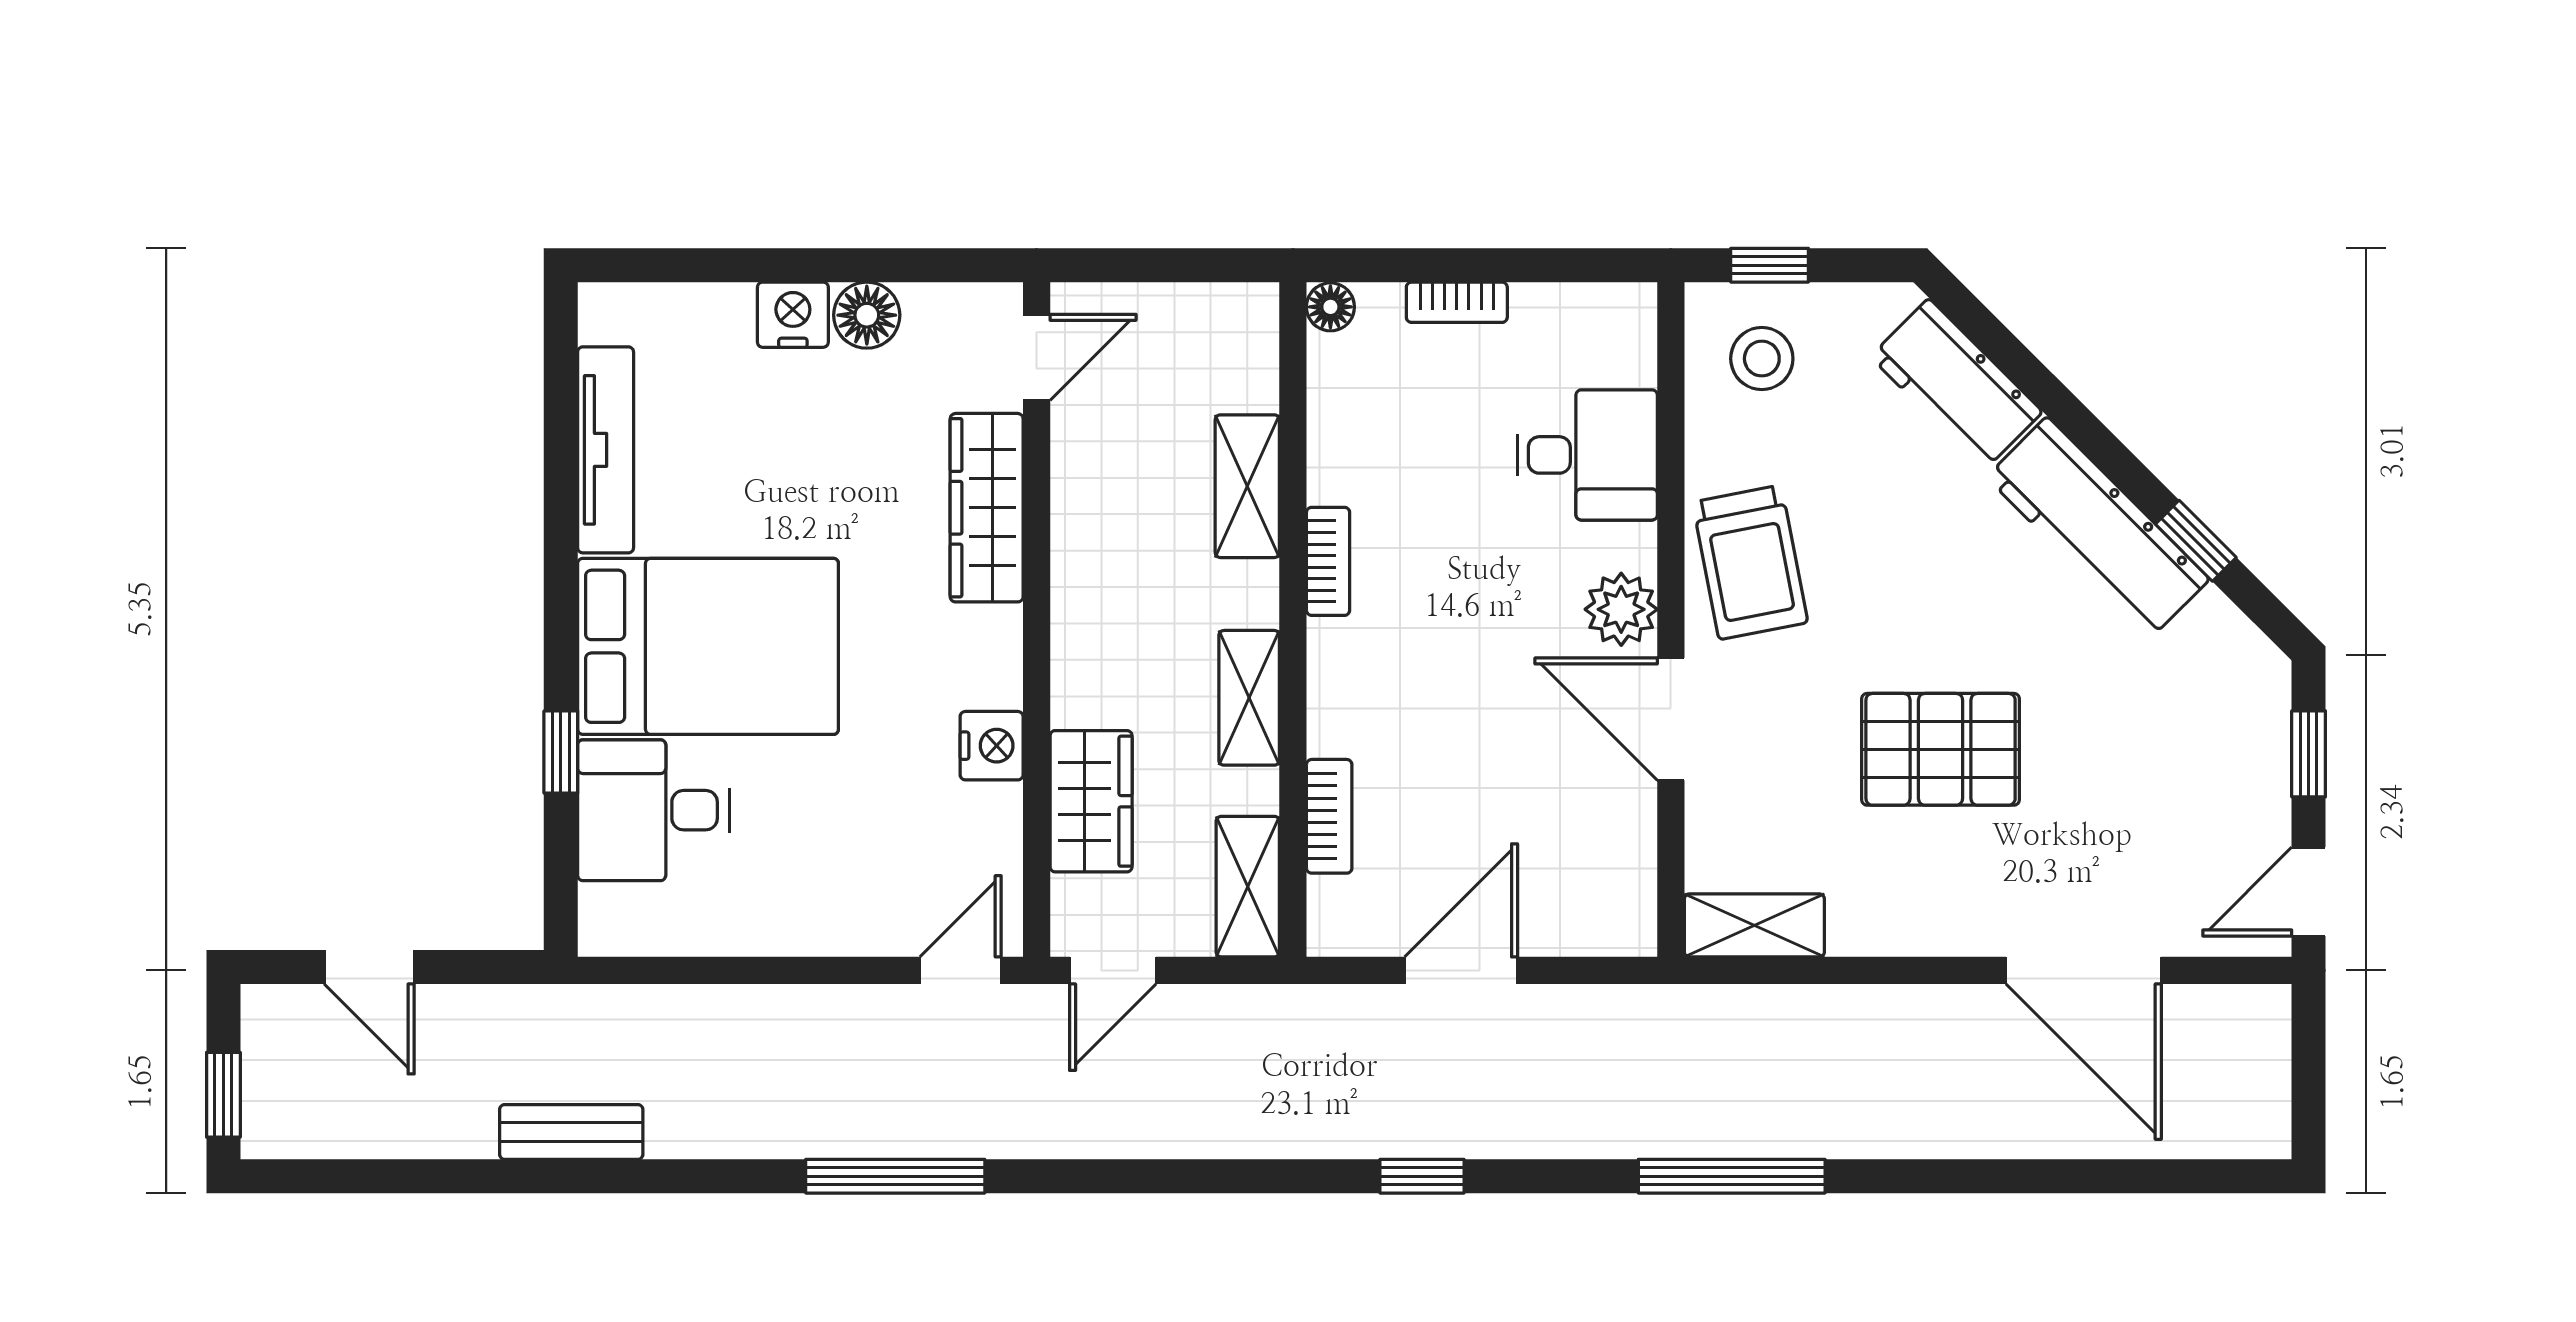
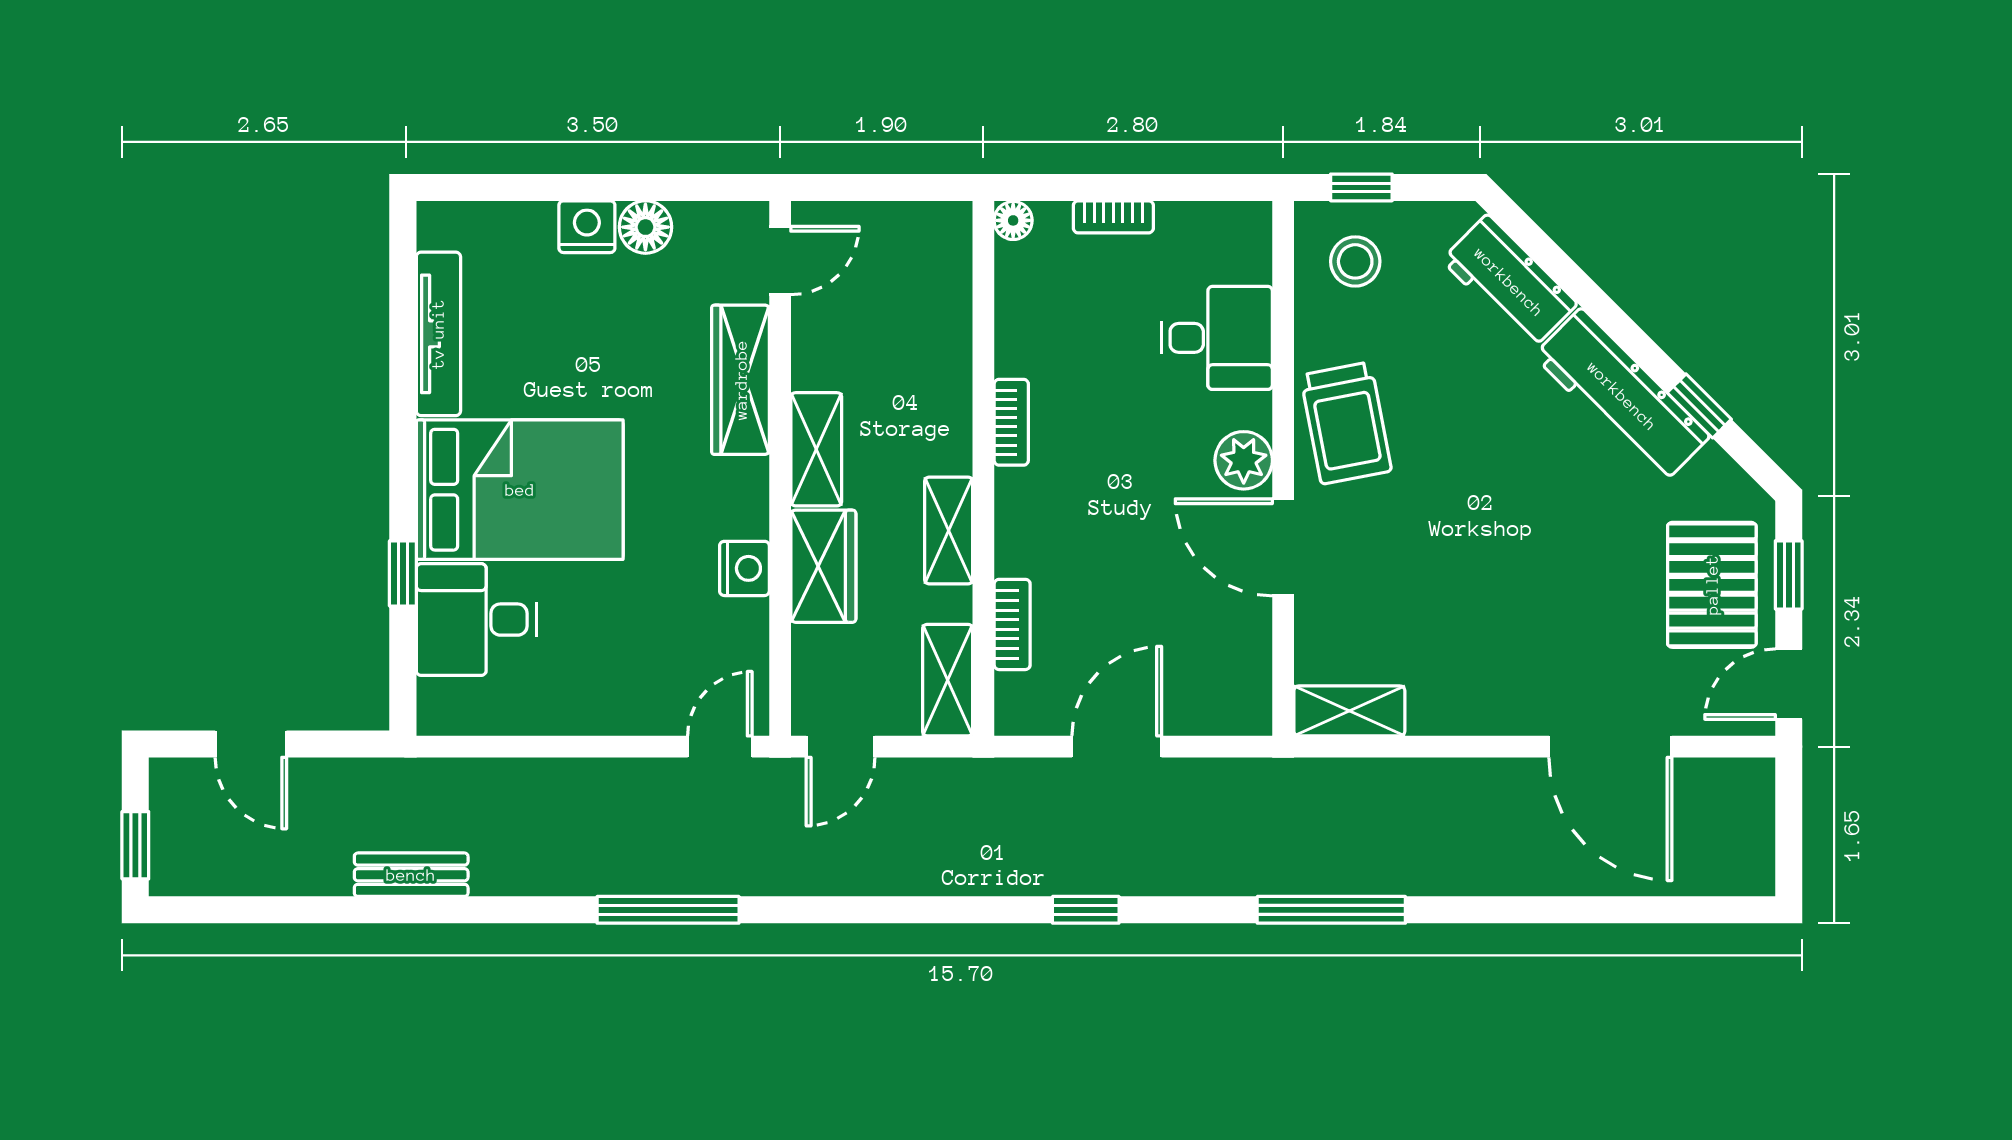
shelving: (1247, 486) -> (816, 449), moved
pallet: (1941, 749) -> (1712, 585), moved, turned 90
wardrobe: (1091, 801) -> (823, 566), moved

